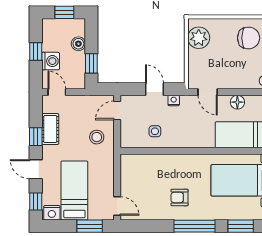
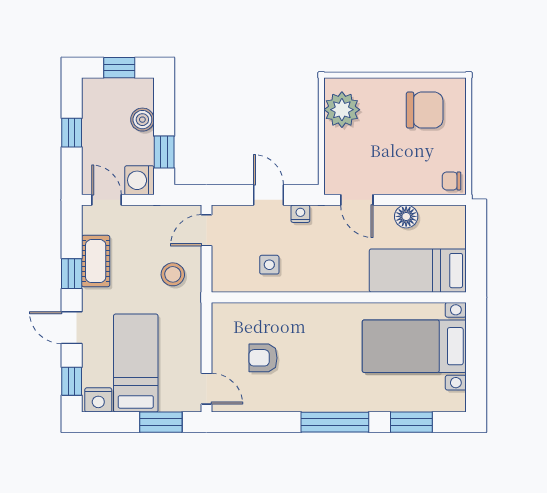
washing machine: (51, 61) -> (139, 180), moved, turned 180
armchair: (179, 197) -> (263, 358), moved

